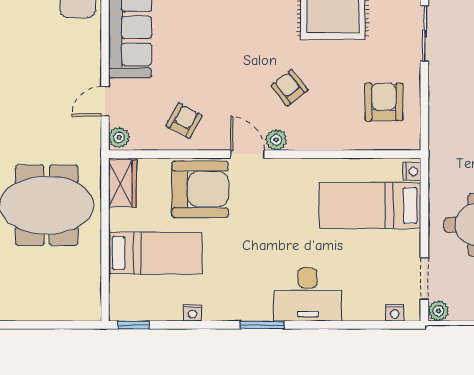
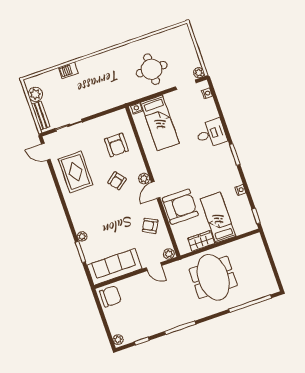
armchair: (384, 102) -> (116, 145), moved, turned -90
wardrobe: (123, 183) -> (201, 241), moved
armchair: (200, 189) -> (180, 207), turned 90
desk: (308, 295) -> (211, 133), width x0.73

